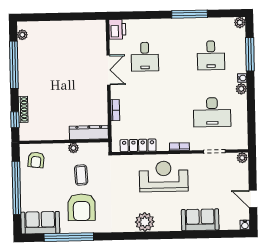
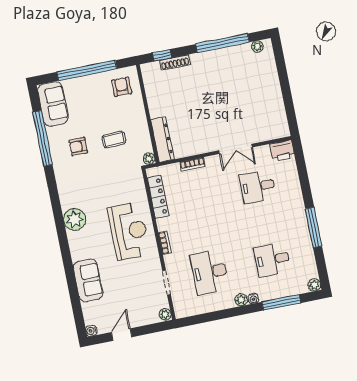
plant: (73, 148) -> (149, 159), moved
armchair: (36, 160) -> (122, 87), turned 83
armchair: (82, 207) -> (78, 146), width x0.53, depth x0.53

